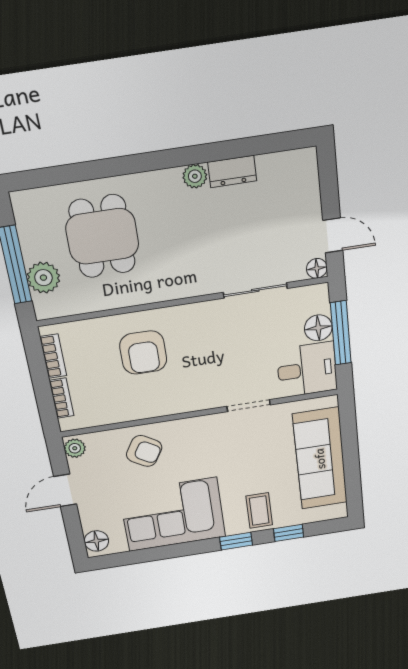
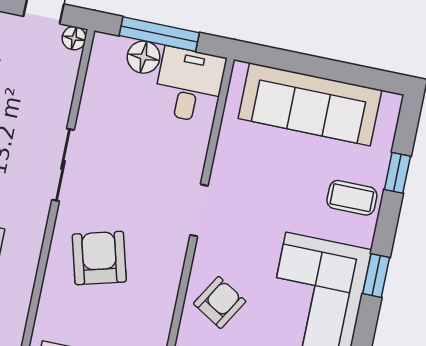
sliding door: (255, 290) -> (63, 165), moved
armchair: (143, 353) -> (99, 258), turned -105
doorway: (249, 406) -> (199, 210), moved
window: (236, 541) -> (376, 276), moved

